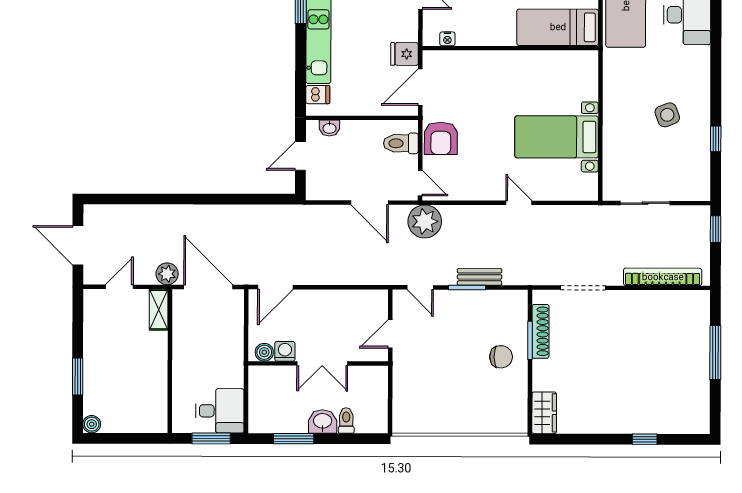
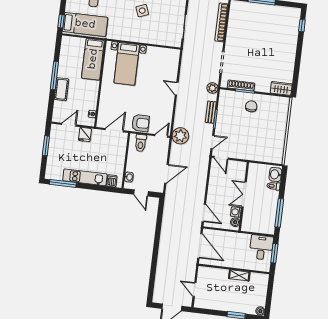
fridge: (404, 54) -> (85, 134), moved
door: (420, 87) -> (114, 130), swing flipped
bed with nightstands: (557, 137) -> (127, 64), moved
door: (369, 203) -> (166, 174), moved
door: (519, 203) -> (177, 89), hinge flipped
plant: (167, 274) -> (212, 88), moved
door: (208, 287) -> (200, 246), swing flipped
shelving: (159, 310) -> (239, 275), moved
door: (390, 334) -> (221, 158), moved
double door: (322, 363) -> (244, 194), swing flipped
washbasin: (323, 421) -> (275, 174), moved
window: (294, 439) -> (279, 213), width x1.44
window: (645, 439) -> (302, 26), moved

